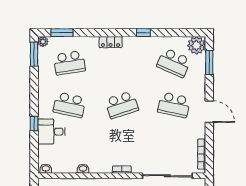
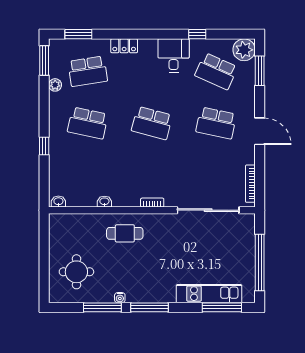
window: (144, 33) -> (197, 34), moved
plant: (43, 42) -> (55, 85), moved
locker: (111, 42) -> (124, 46), moved
school desk: (122, 105) -> (152, 123), turned 33
desk: (51, 132) -> (174, 55), moved, turned 90

